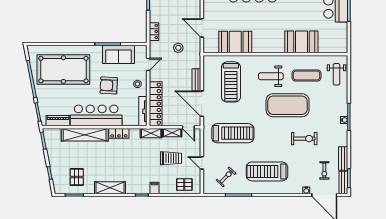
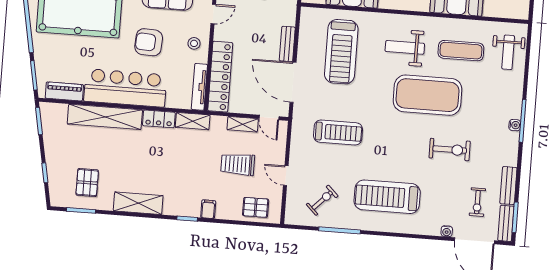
shelving: (151, 133) -> (193, 121), moved
treadmill: (233, 133) -> (338, 132), width x0.73, depth x0.73
trolley: (171, 158) -> (238, 164), turned 180

